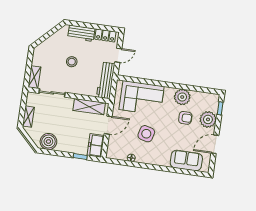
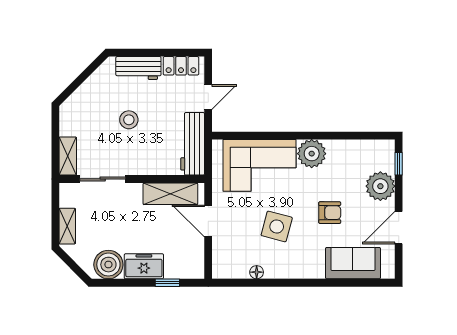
plant: (182, 97) -> (312, 154), moved
armchair: (185, 118) -> (330, 213), moved
door: (108, 125) -> (208, 221), swing flipped
freezer: (96, 145) -> (144, 266), moved, turned 90

